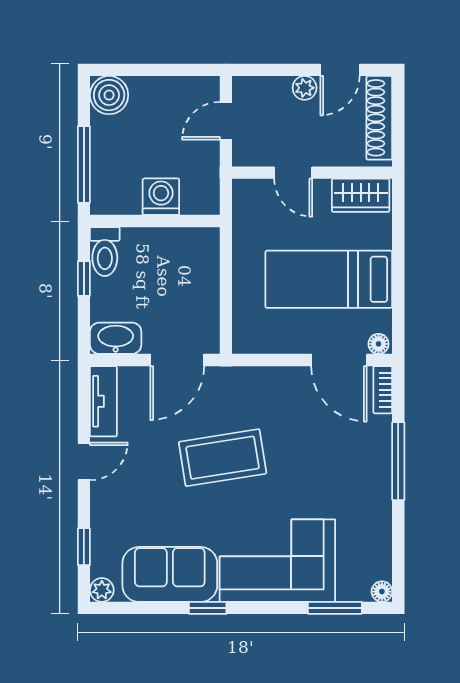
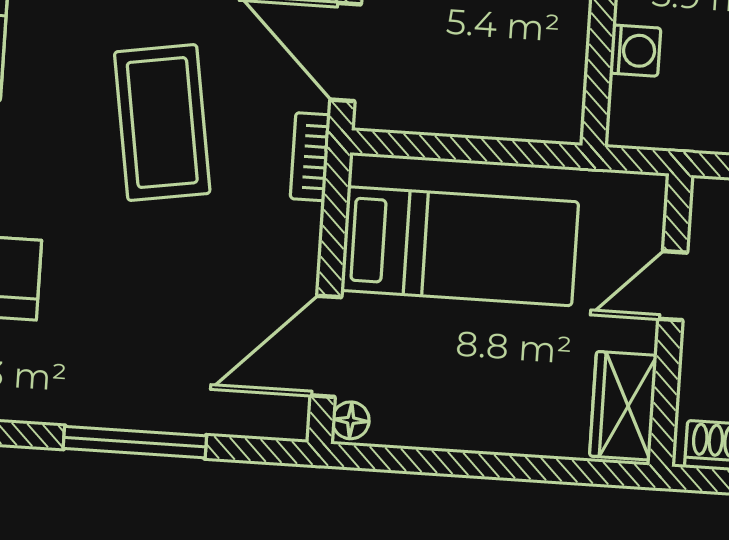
washing machine: (161, 197) -> (635, 51), width x0.73, depth x0.73
bed: (329, 279) -> (460, 246), moved, turned 90
bookcase: (383, 390) -> (310, 157), moved, turned -90

